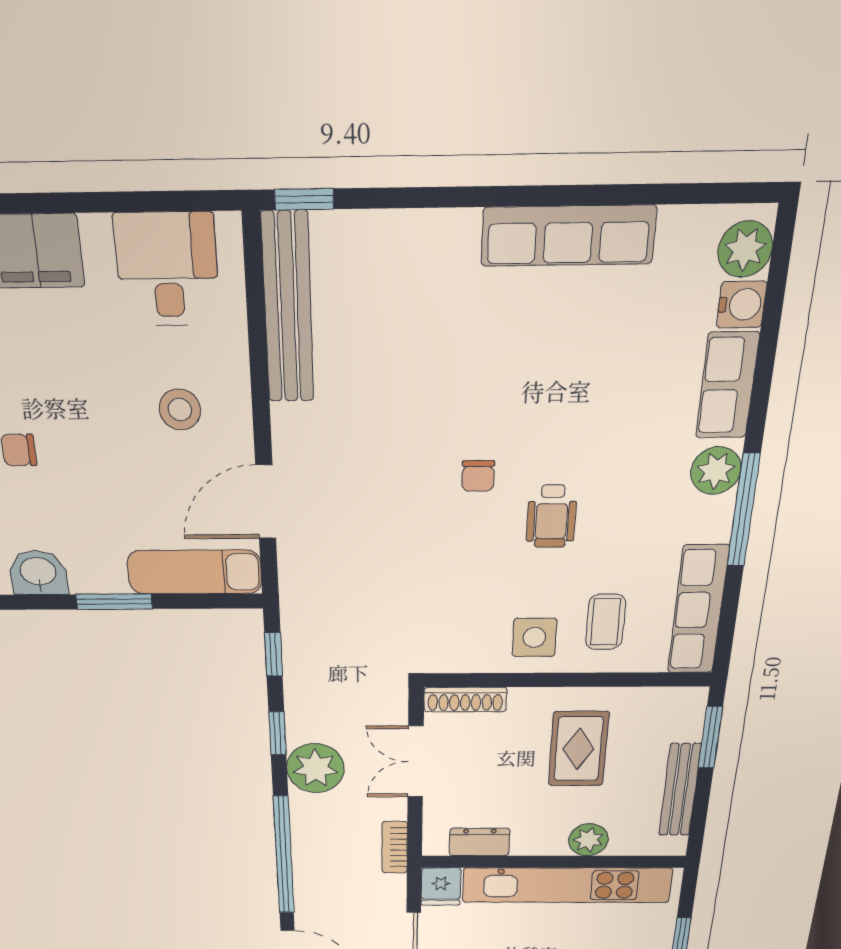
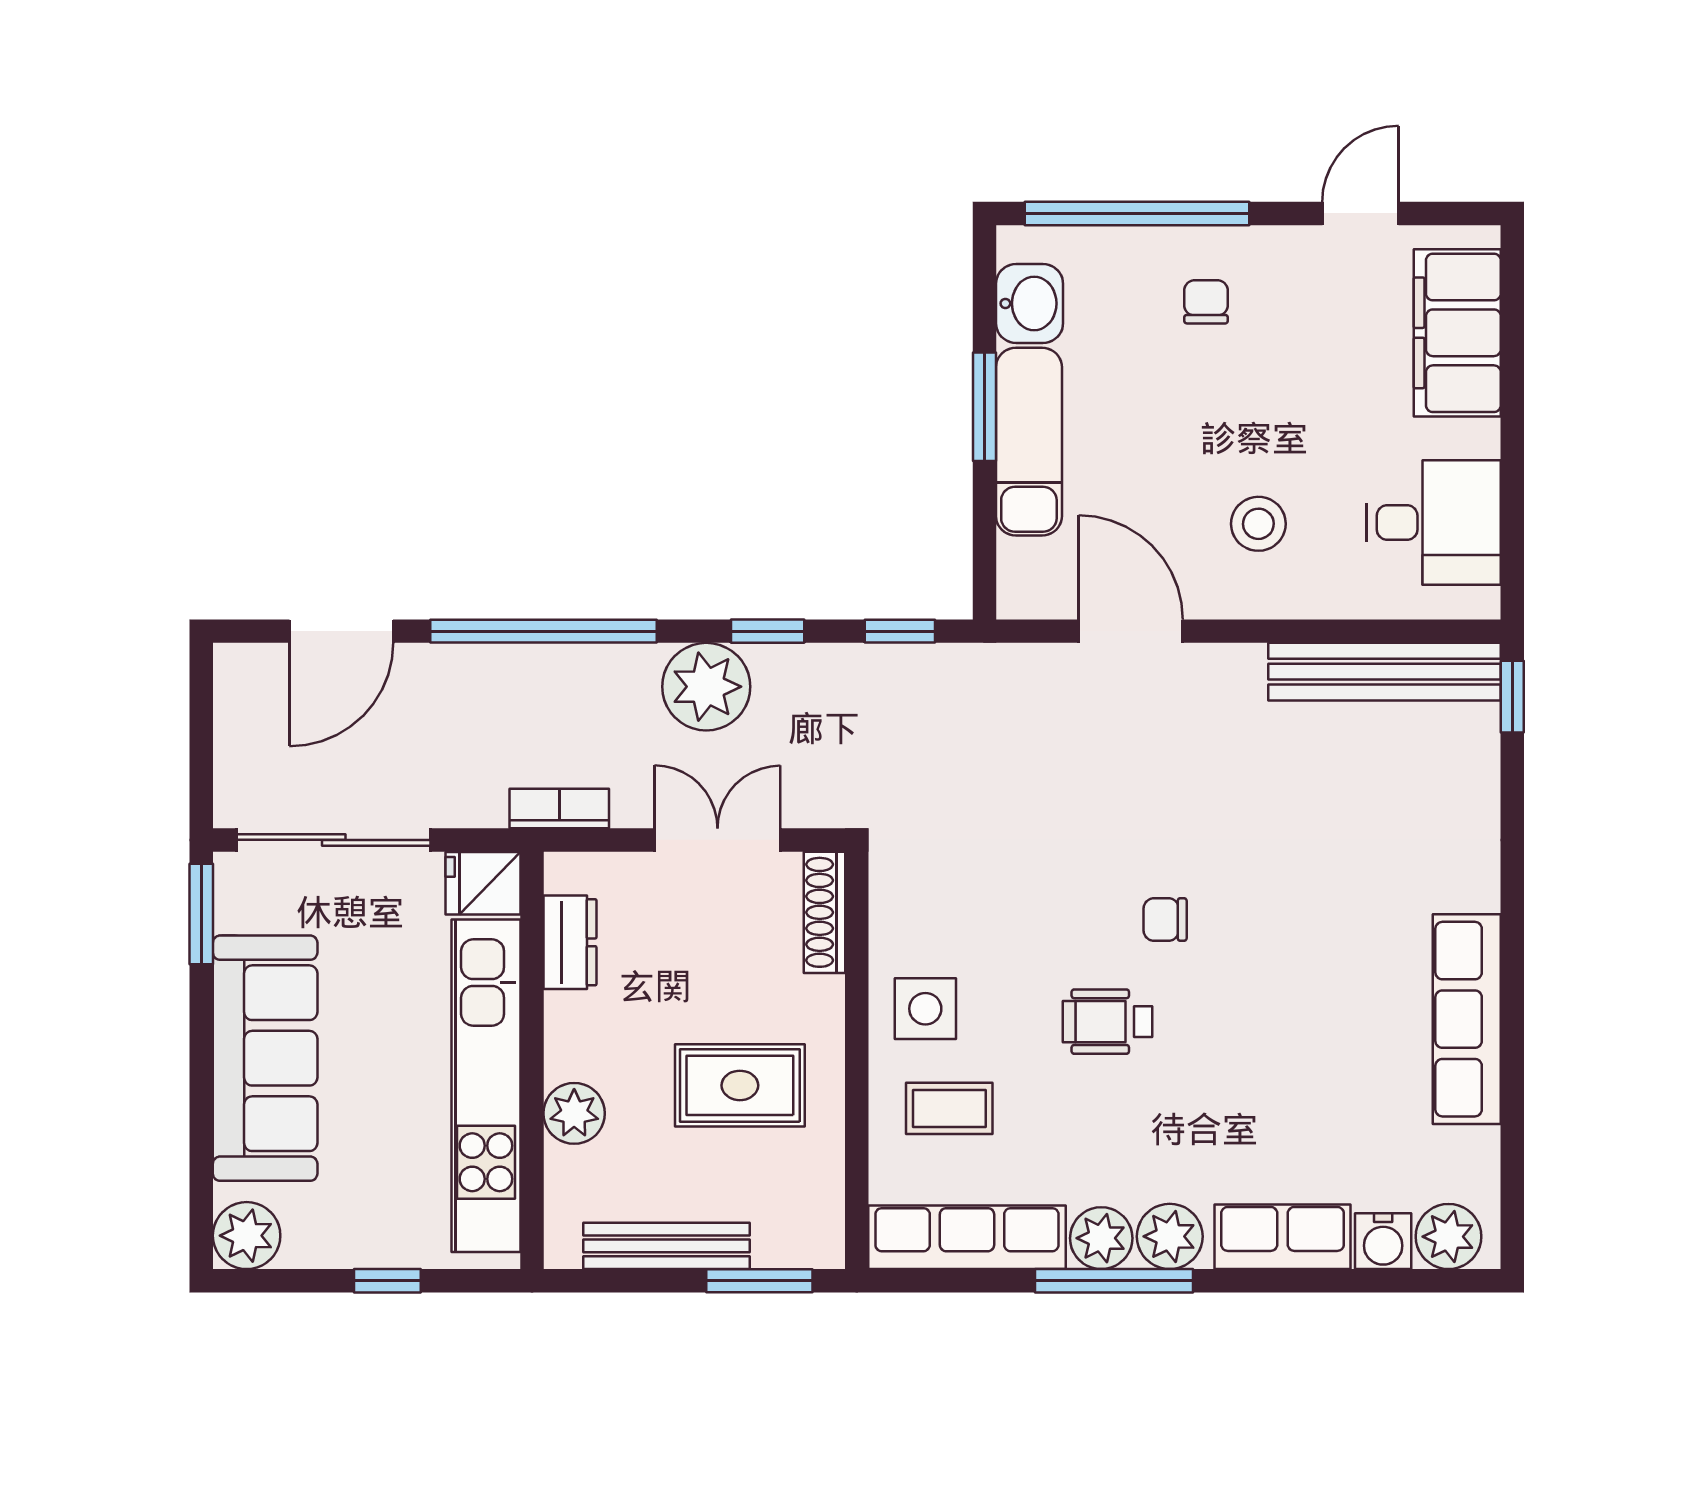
plant: (711, 520) -> (1101, 1238), added
exam couch: (195, 572) -> (1029, 442), moved

